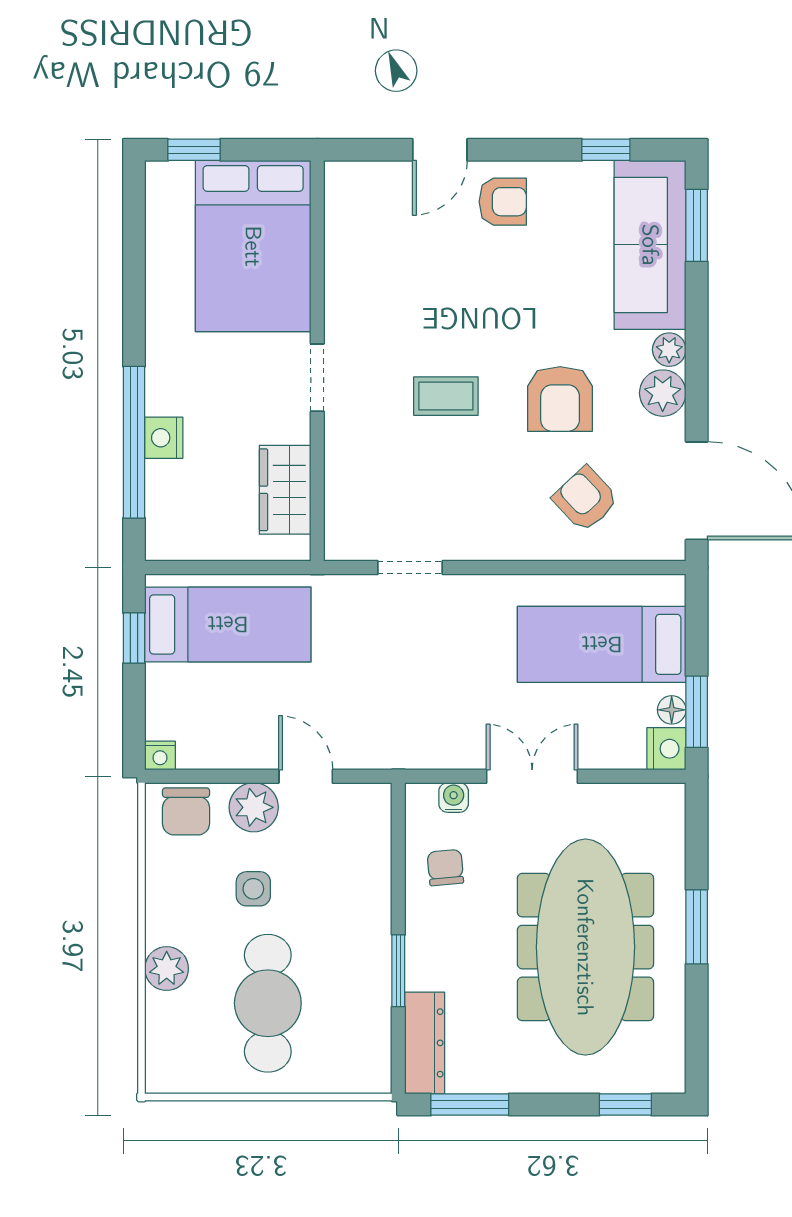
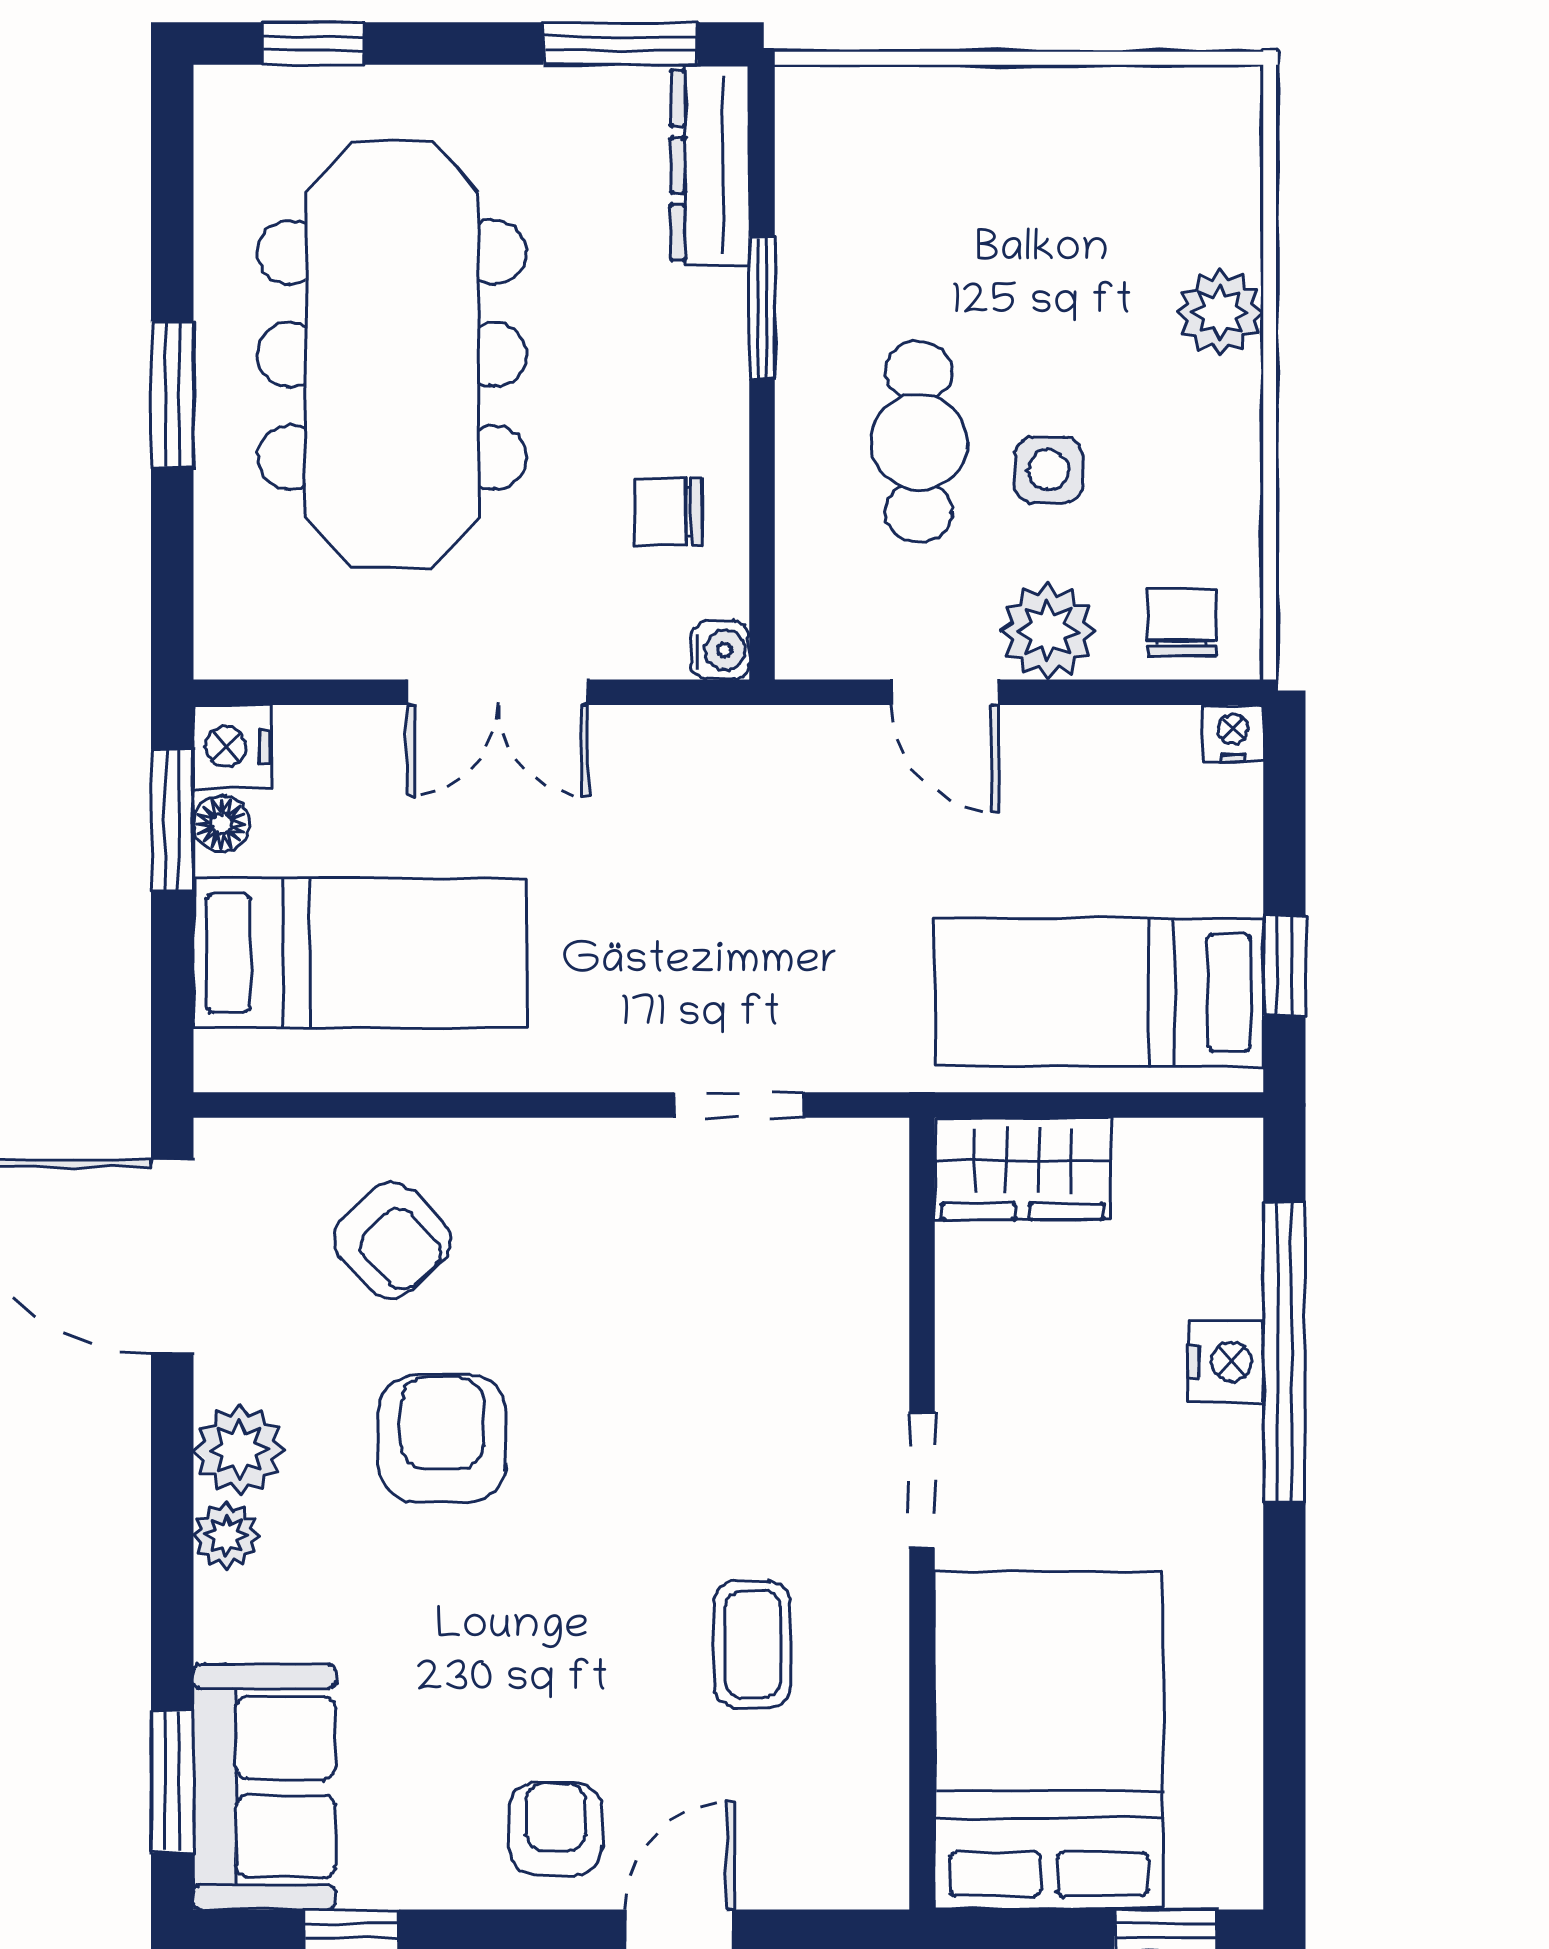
armchair: (503, 202) -> (556, 1828), turned 90
sofa: (650, 245) -> (264, 1787), width x0.73
coffee table: (446, 396) -> (752, 1644), moved, turned 90
wardrobe: (285, 490) -> (1023, 1169), moved, turned 90
water cooler: (454, 798) -> (720, 650), moved, turned -90
chair: (186, 811) -> (1182, 623), width x0.73, depth x0.73
chair: (445, 868) -> (669, 512), turned 95
cafe table: (268, 1003) -> (919, 442), moved, width x0.73, depth x0.74

